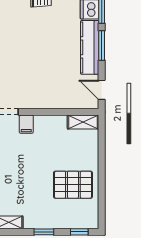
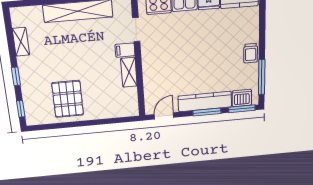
shelving: (83, 122) -> (129, 72), moved

